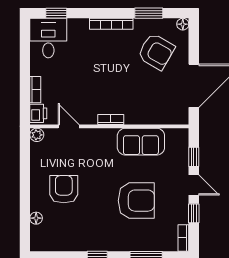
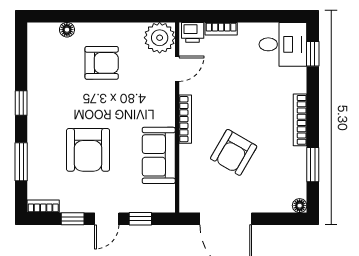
armchair: (156, 52) -> (234, 152), moved
bookcase: (111, 119) -> (185, 119), width x1.56
plant: (37, 135) -> (160, 38), width x1.88, depth x1.88

